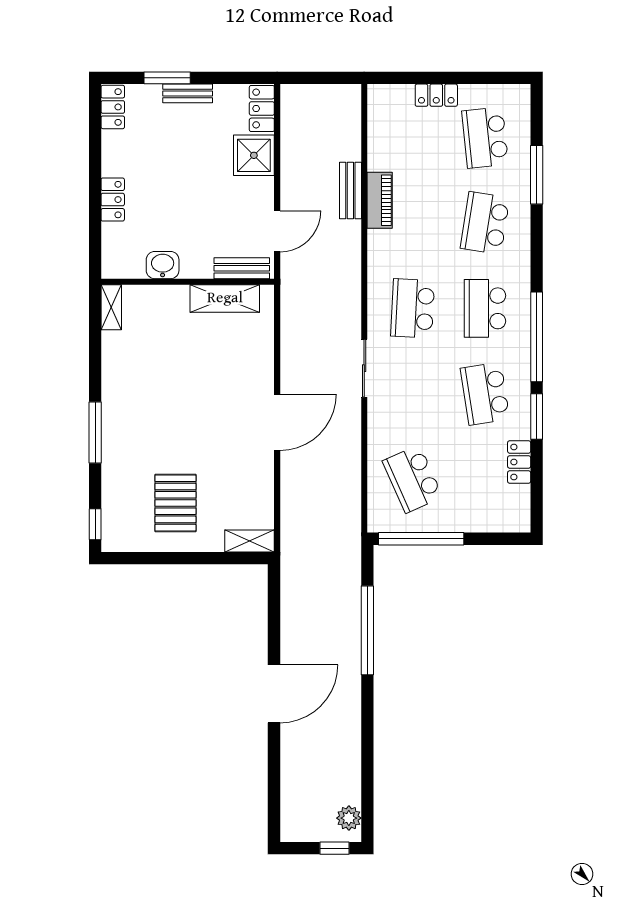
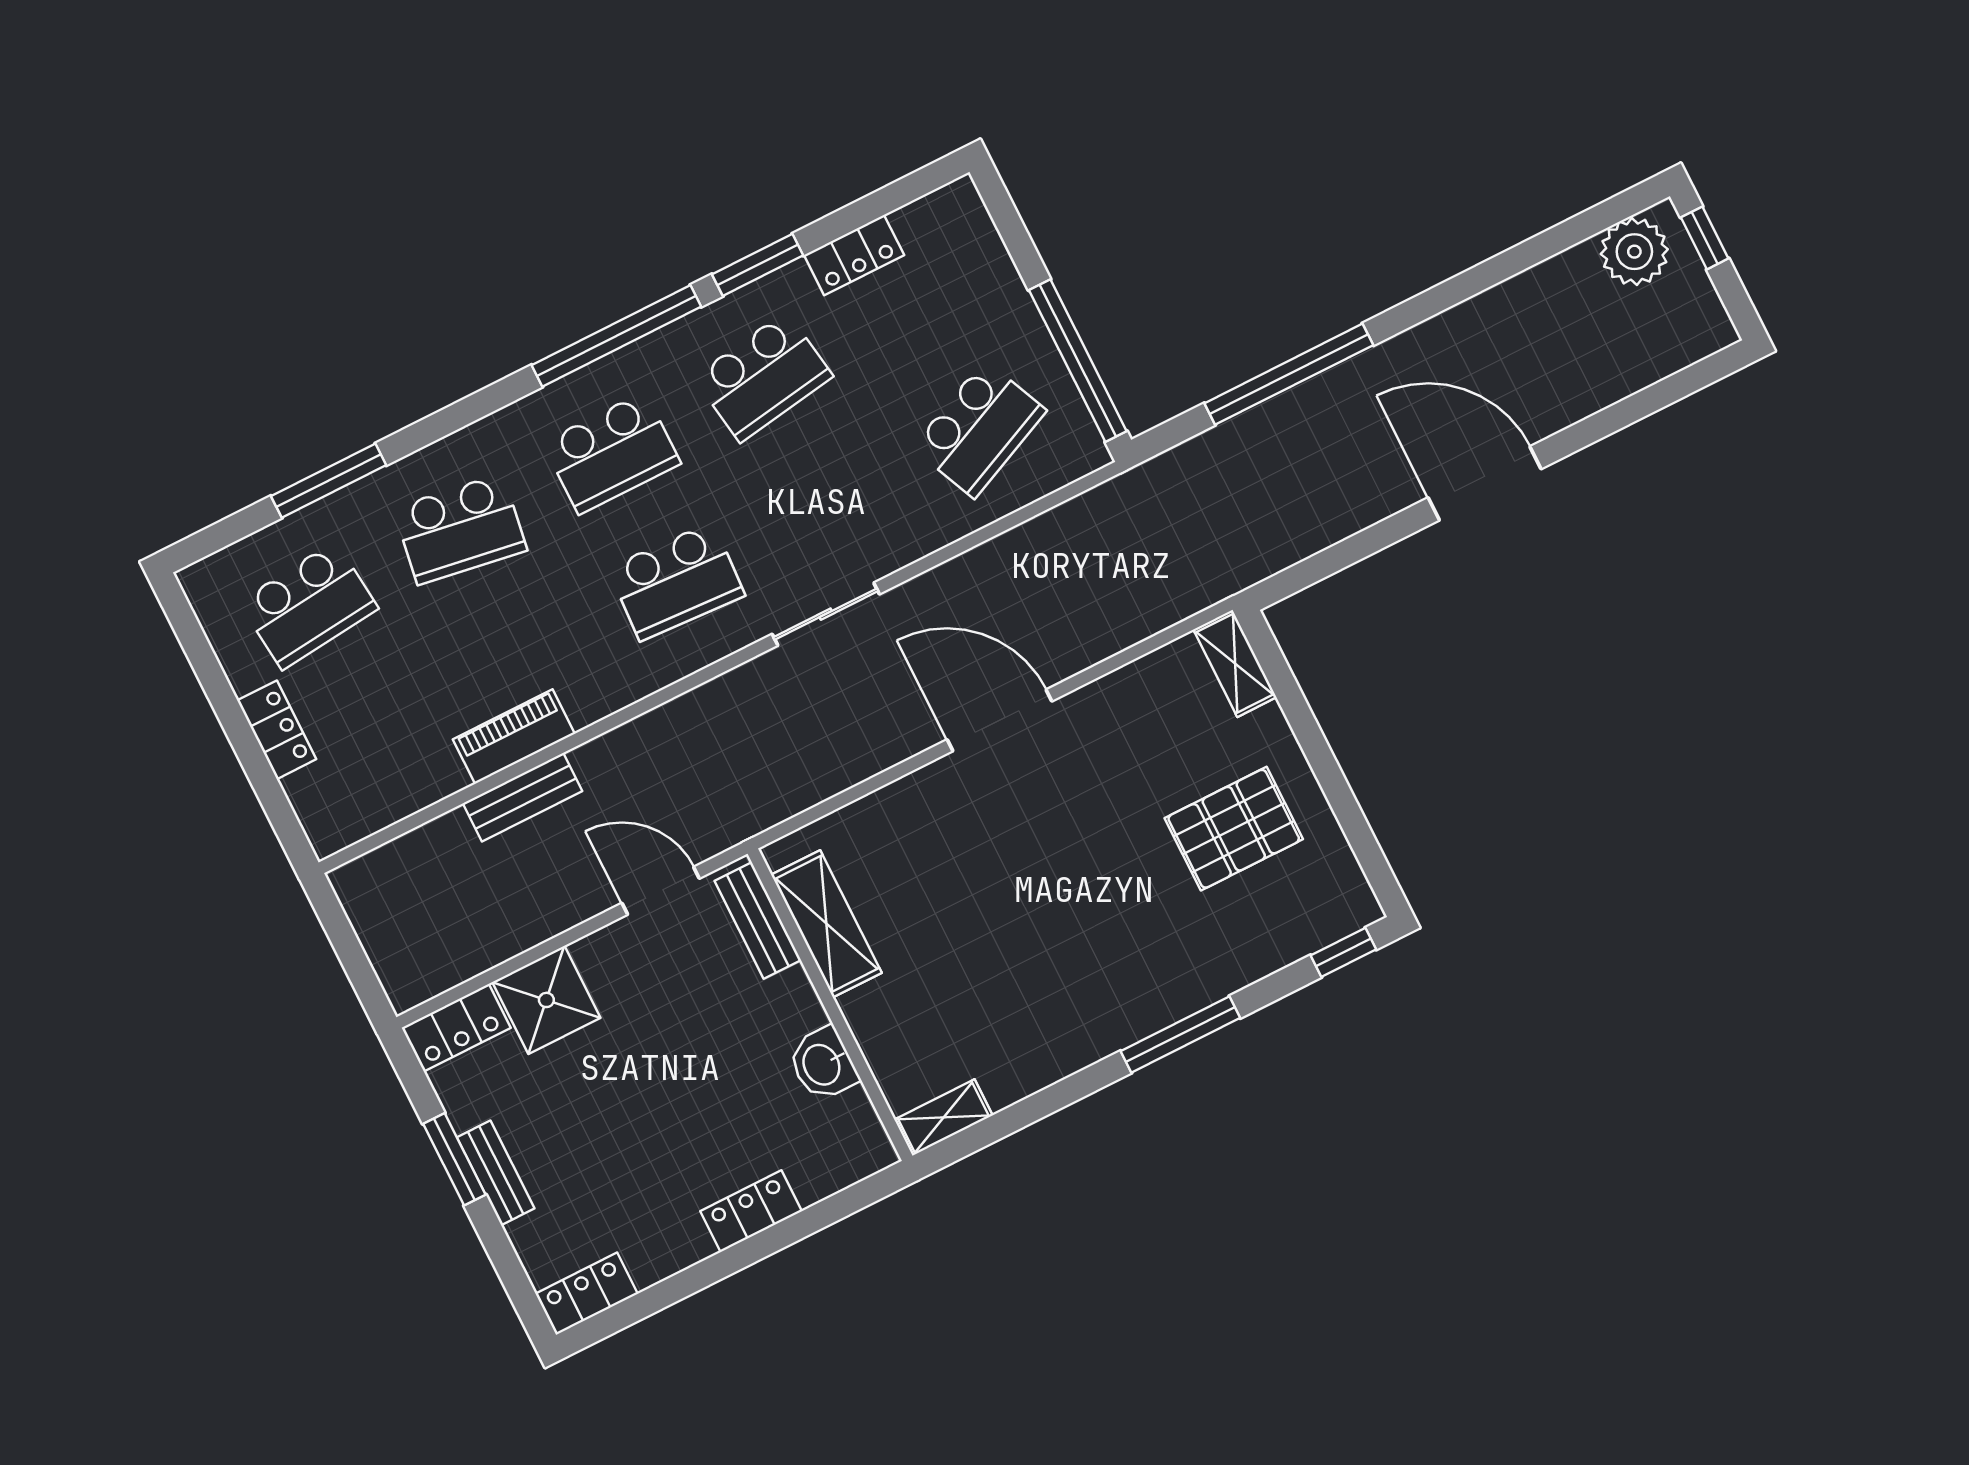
window: (167, 78) -> (454, 1159), moved
plant: (349, 818) -> (1634, 252), width x1.36, depth x1.36

